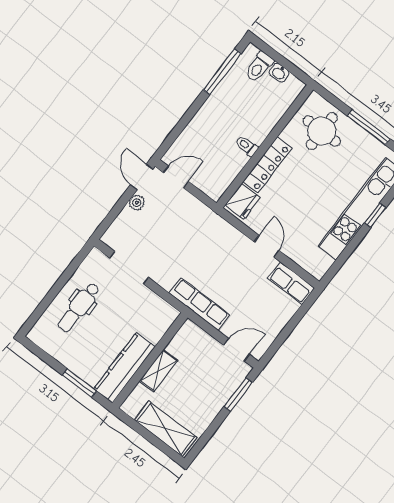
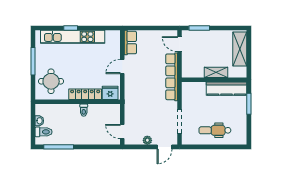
door: (142, 177) -> (165, 147), moved
row of seats: (199, 304) -> (172, 77), width x1.36
dental chair: (79, 307) -> (215, 130), turned 180

